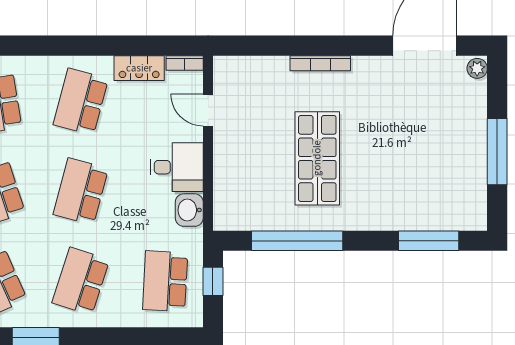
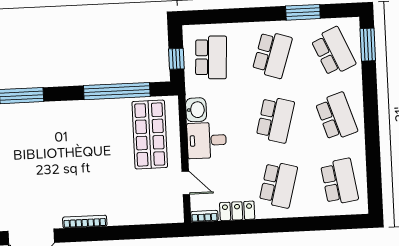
bookcase: (320, 63) -> (85, 222), moved
shop shelf: (317, 158) -> (150, 135), moved

